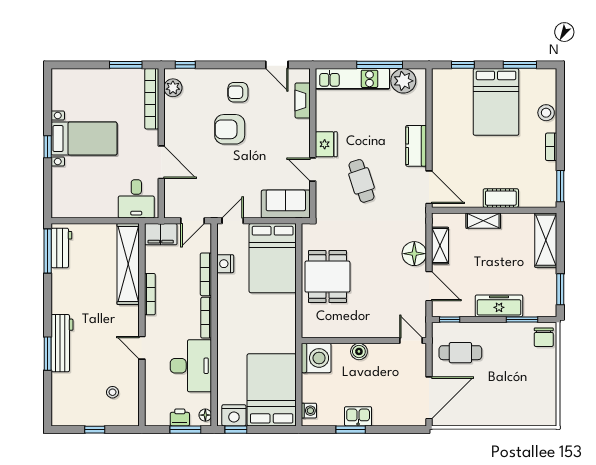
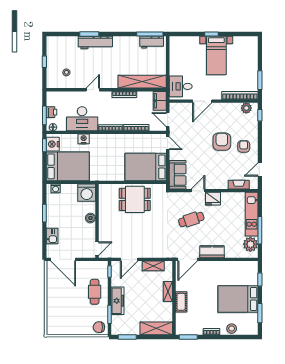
floor lamp: (414, 254) -> (148, 251), removed
nightstand: (225, 264) -> (84, 139), moved
cafe table: (460, 353) -> (95, 292), moved
kitchen sink: (358, 416) -> (52, 236), moved

